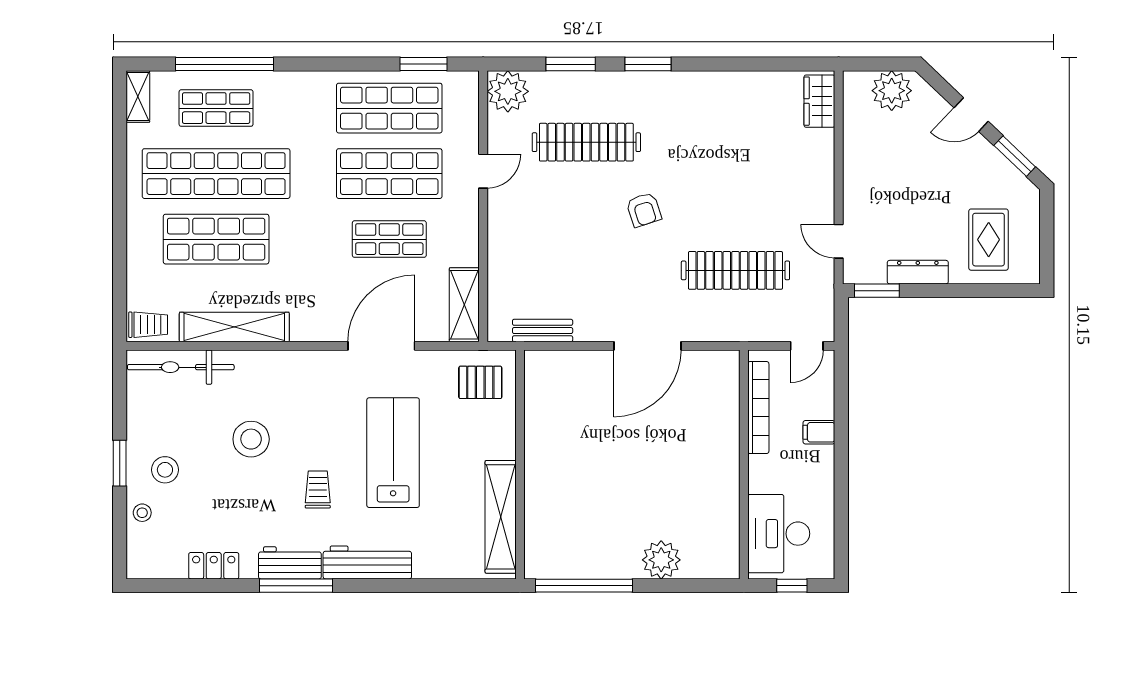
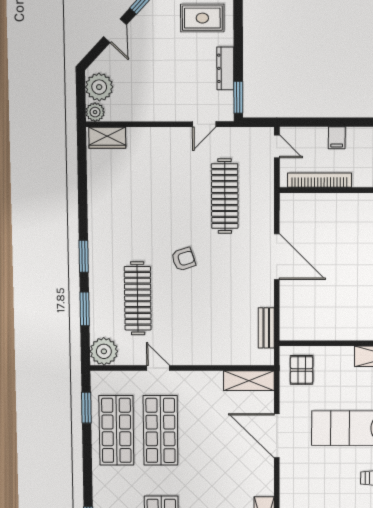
plant: (856, 84) -> (95, 112), added
shop shelf: (389, 239) -> (205, 430), removed

